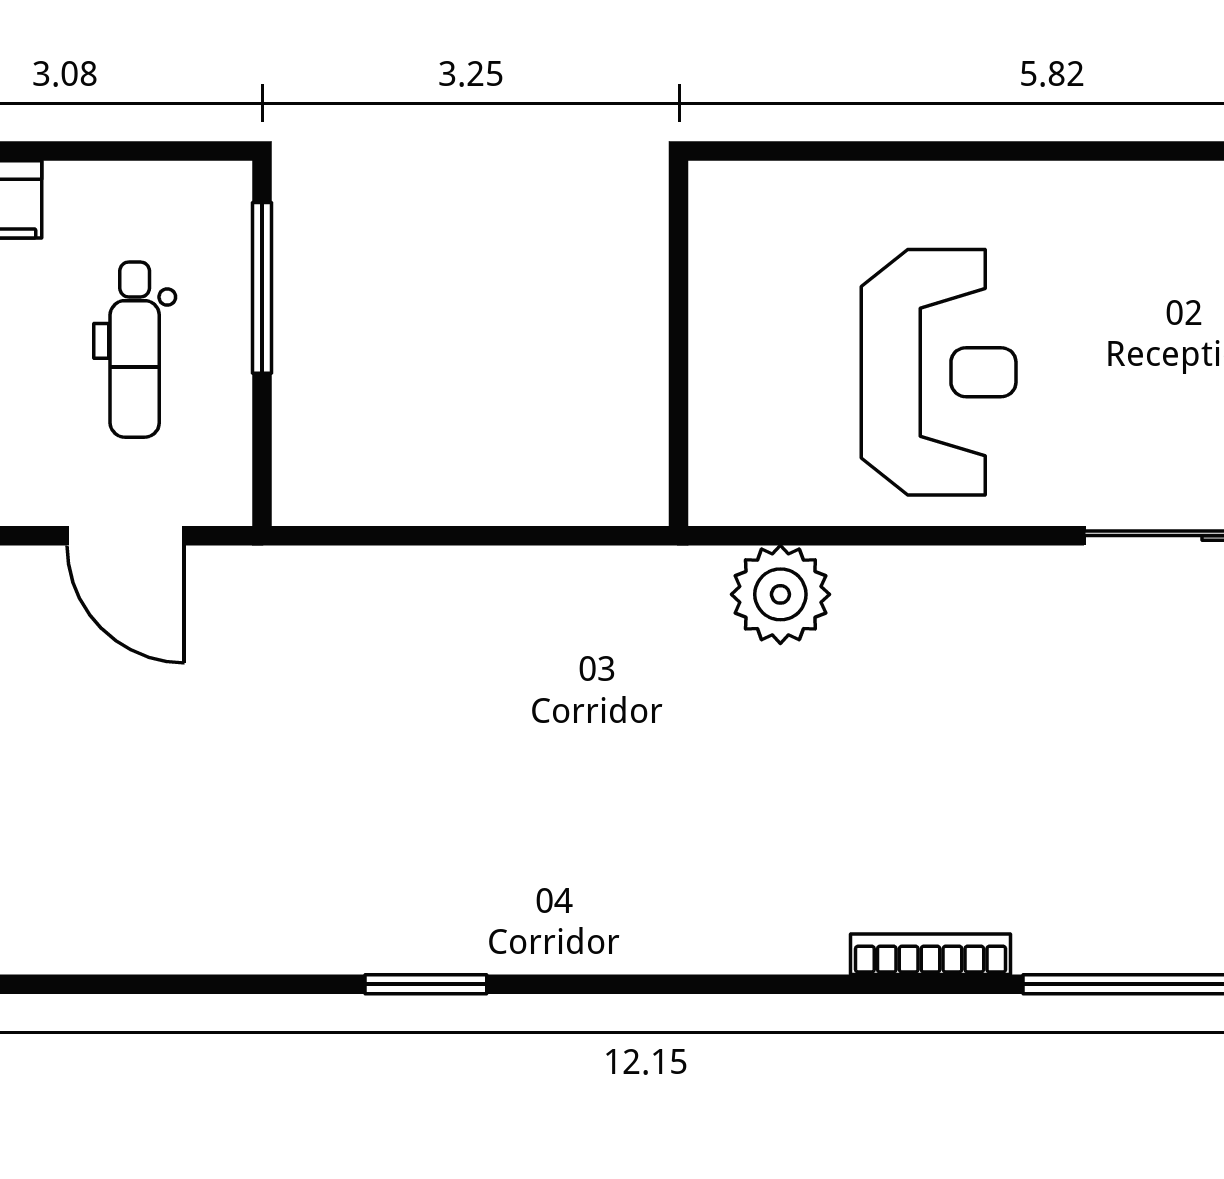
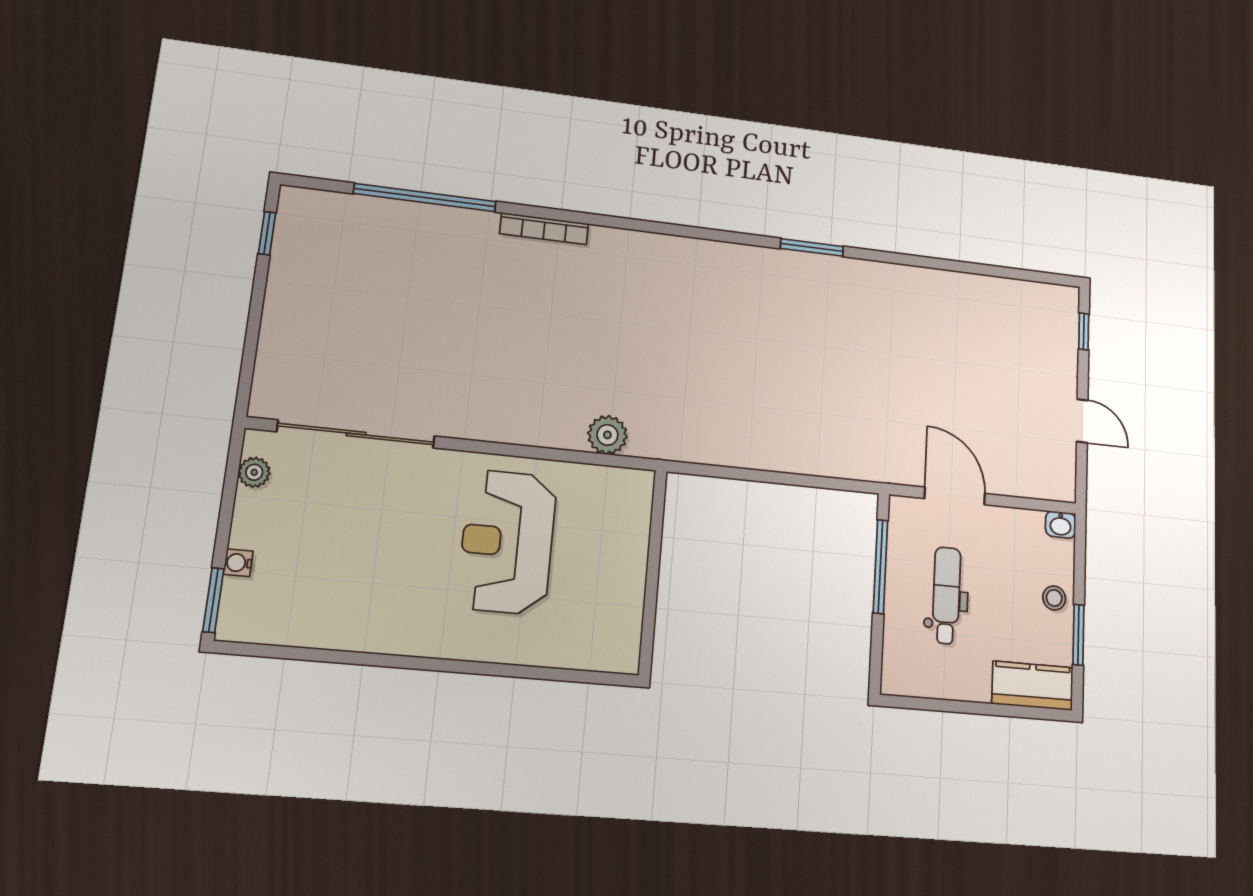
window: (262, 288) -> (880, 566), moved
plant: (780, 594) -> (607, 435), width x0.73, depth x0.73

